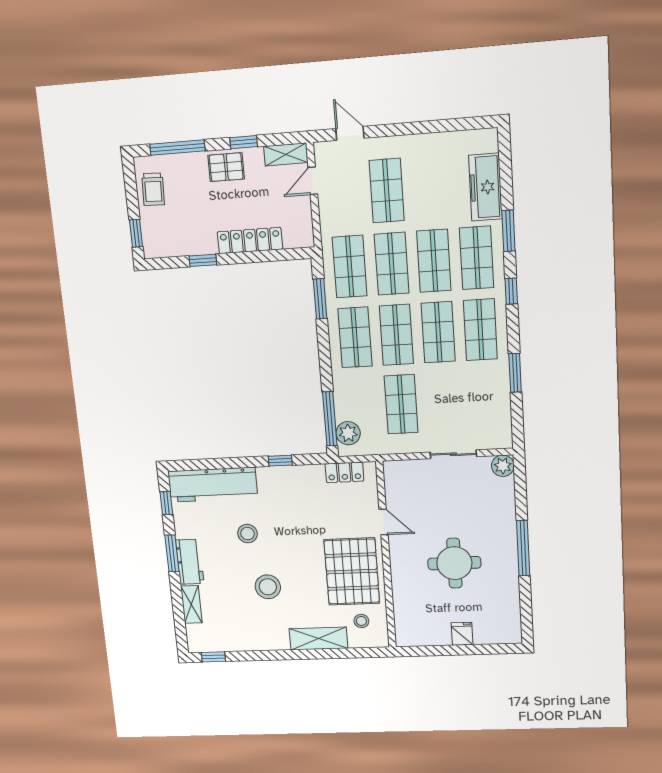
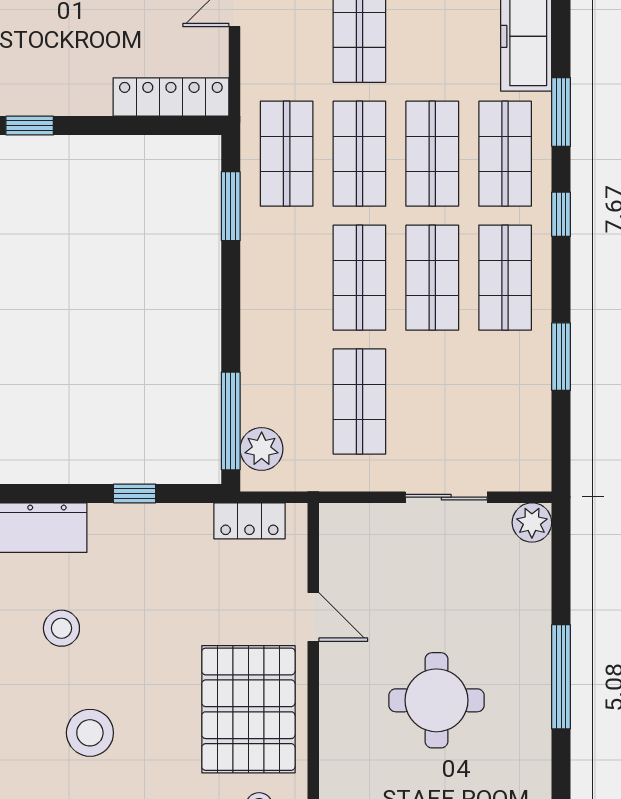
locker: (250, 241) -> (171, 97), moved
shop shelf: (355, 337) -> (287, 278), removed

